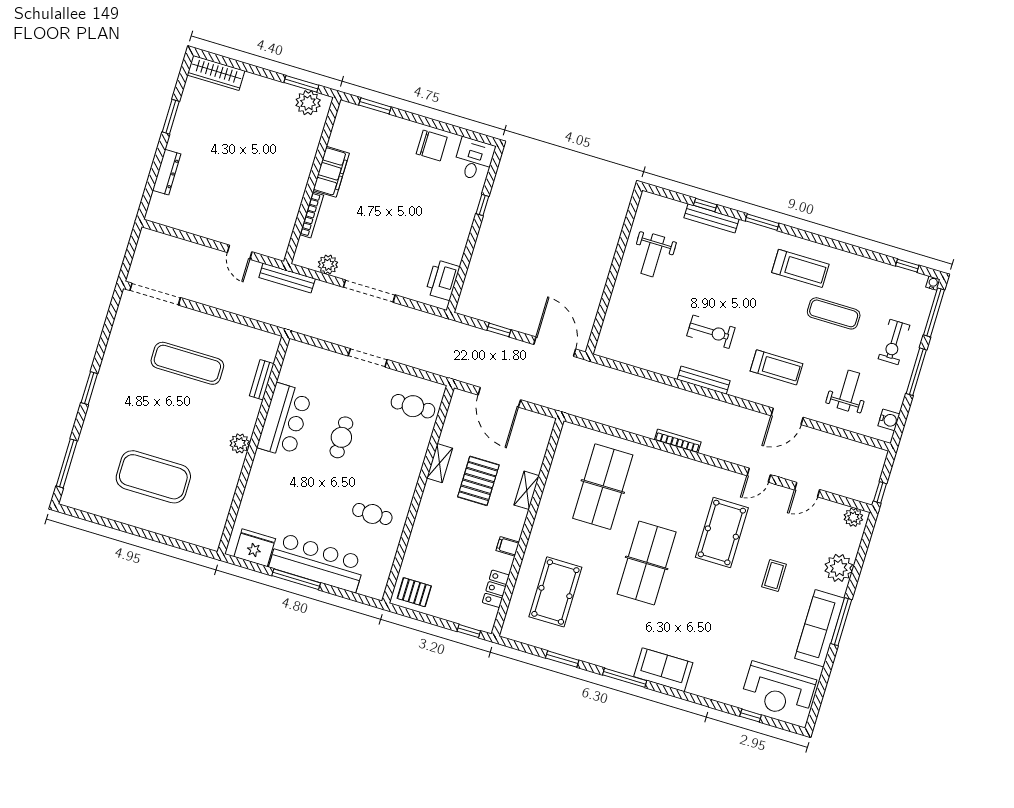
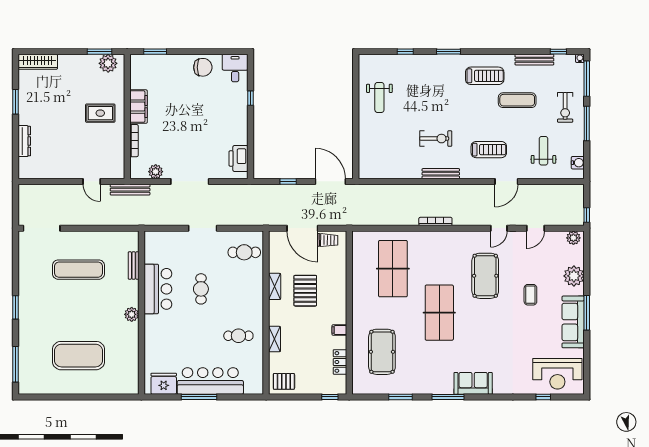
rug: (278, 165) -> (100, 113), added
bench: (711, 218) -> (534, 60), moved
trolley: (528, 423) -> (328, 240), added
shelving: (527, 490) -> (275, 339), moved

